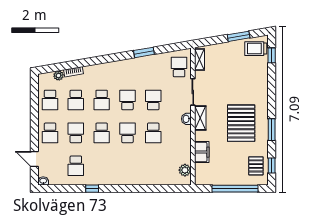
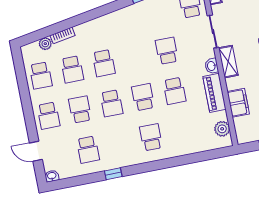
school desk: (127, 100) -> (151, 137), moved
piano: (184, 141) -> (214, 93), added

